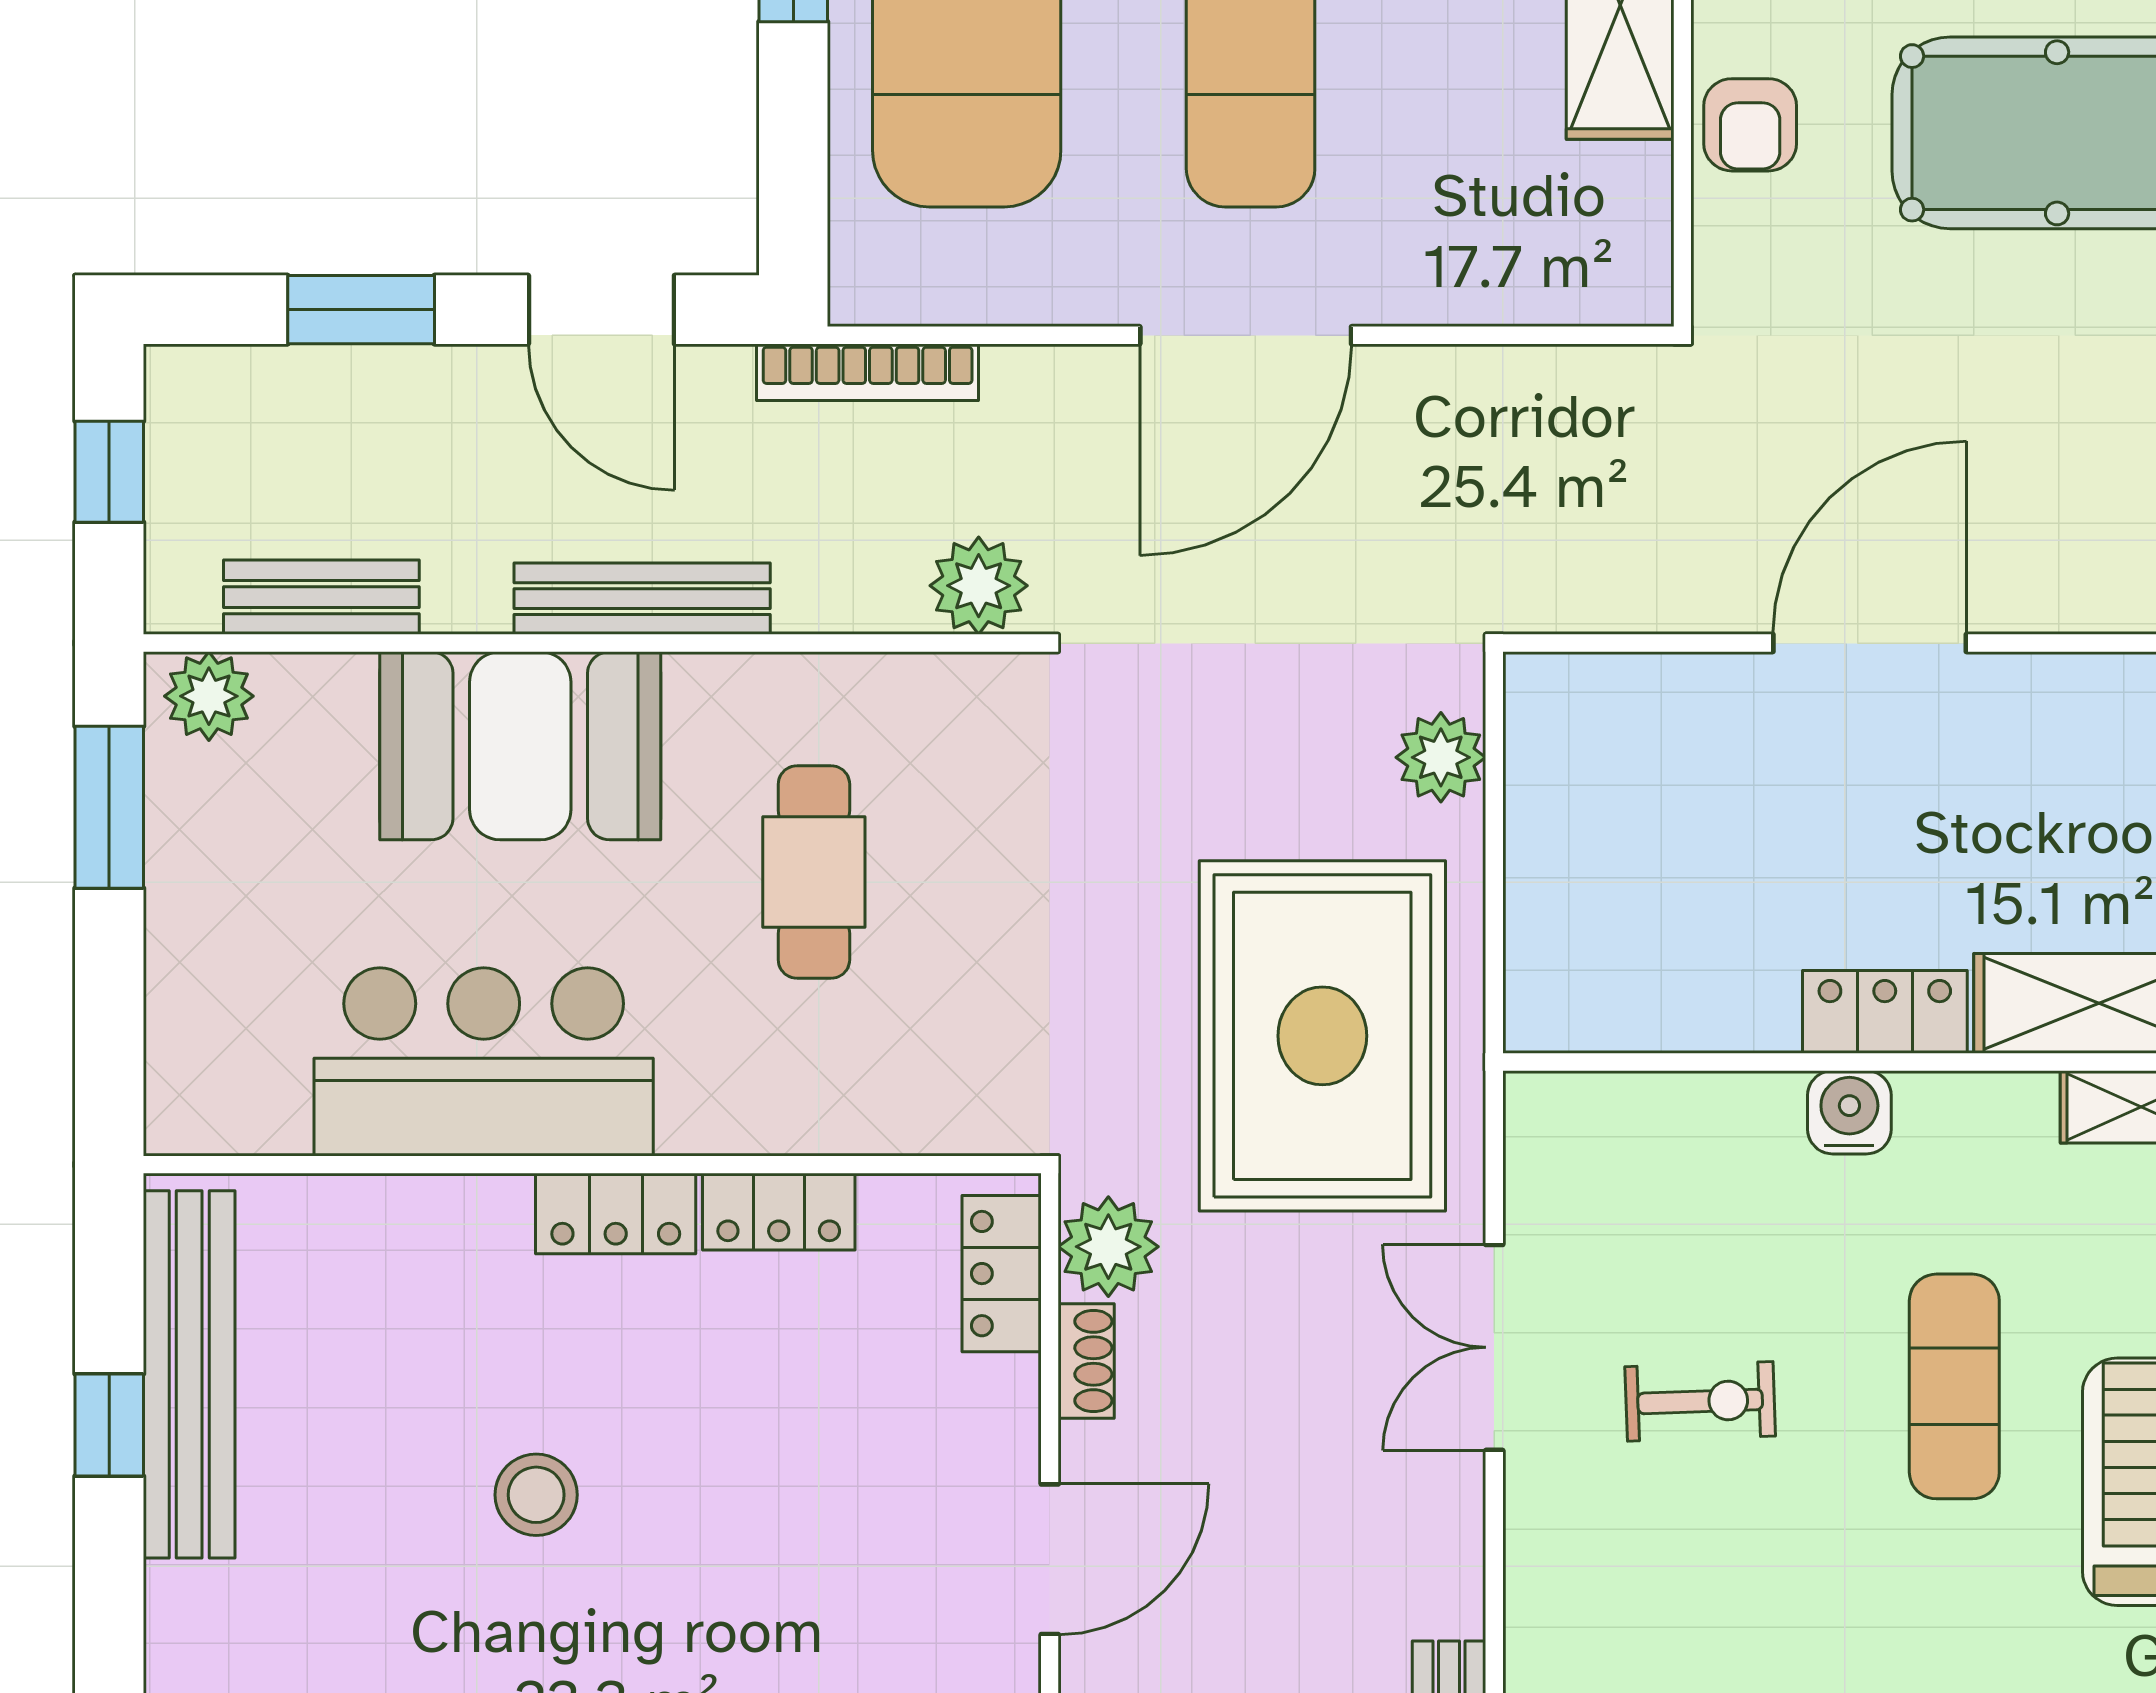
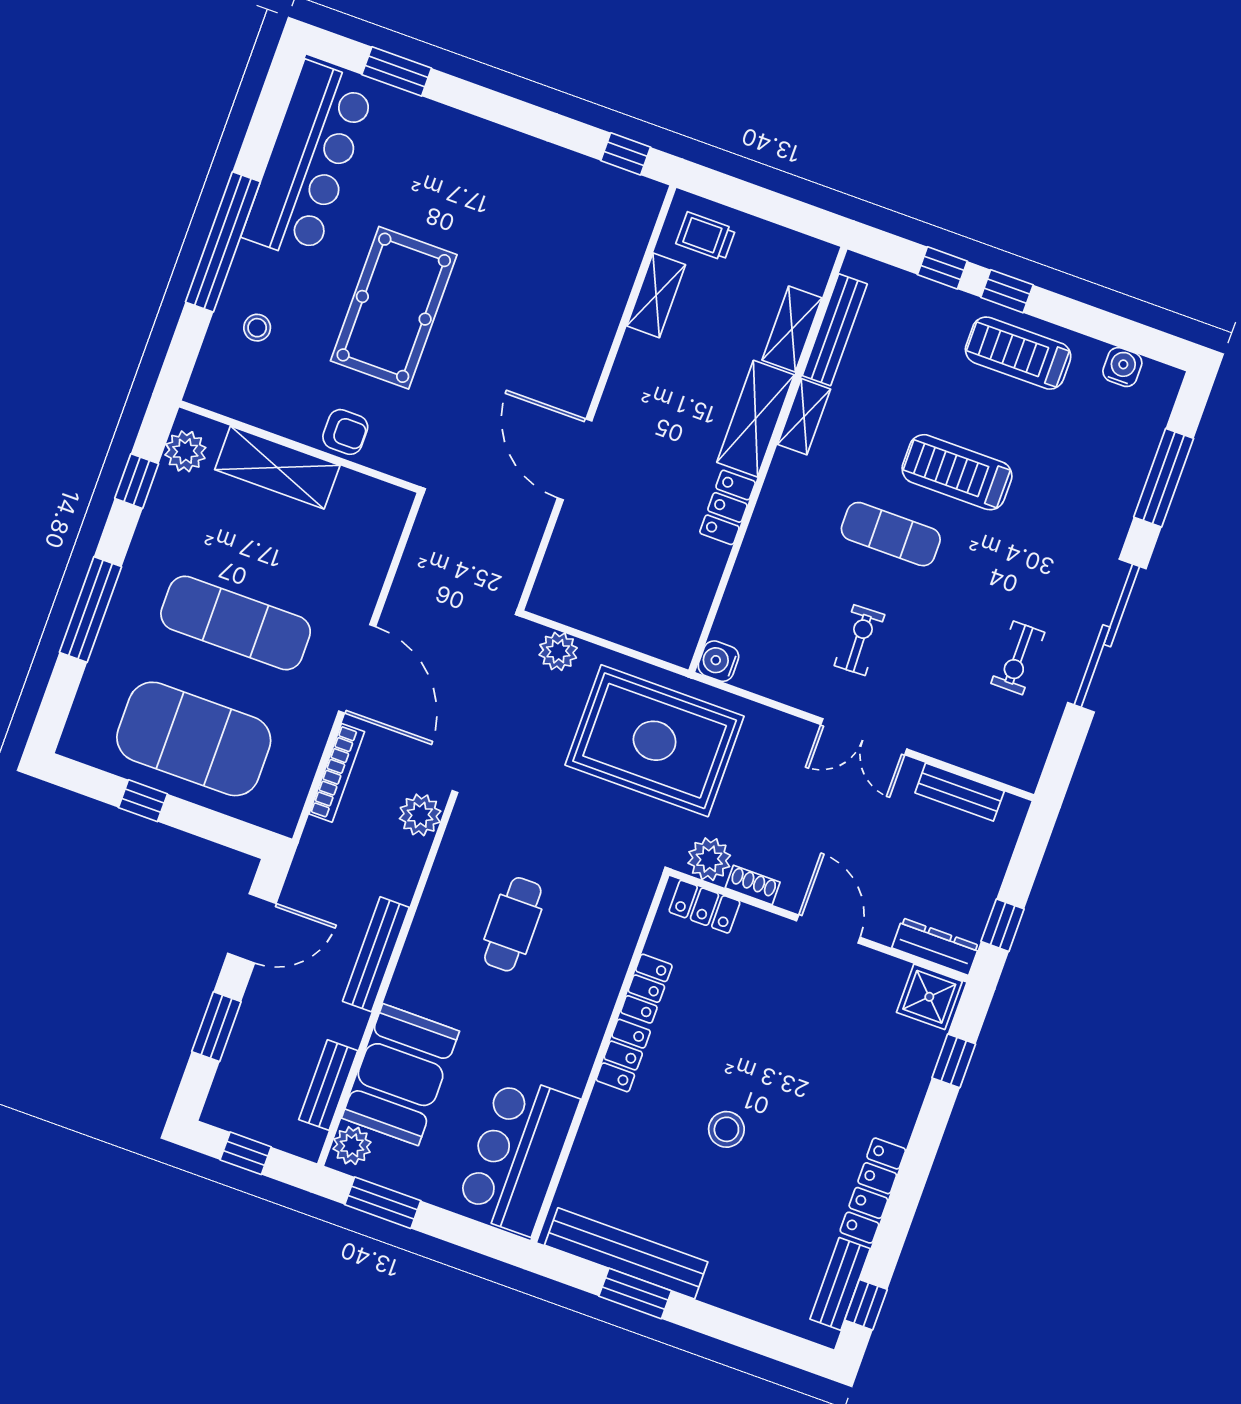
bookcase: (868, 372) -> (337, 773), moved
booth: (520, 746) -> (401, 1075), moved
cafe table: (814, 872) -> (513, 924), turned 90
bar counter: (484, 1062) -> (518, 1155), moved
water cooler: (1849, 1112) -> (718, 661), moved
double door: (1494, 1347) -> (864, 737), moved
window: (109, 1425) -> (635, 1294), width x1.50

